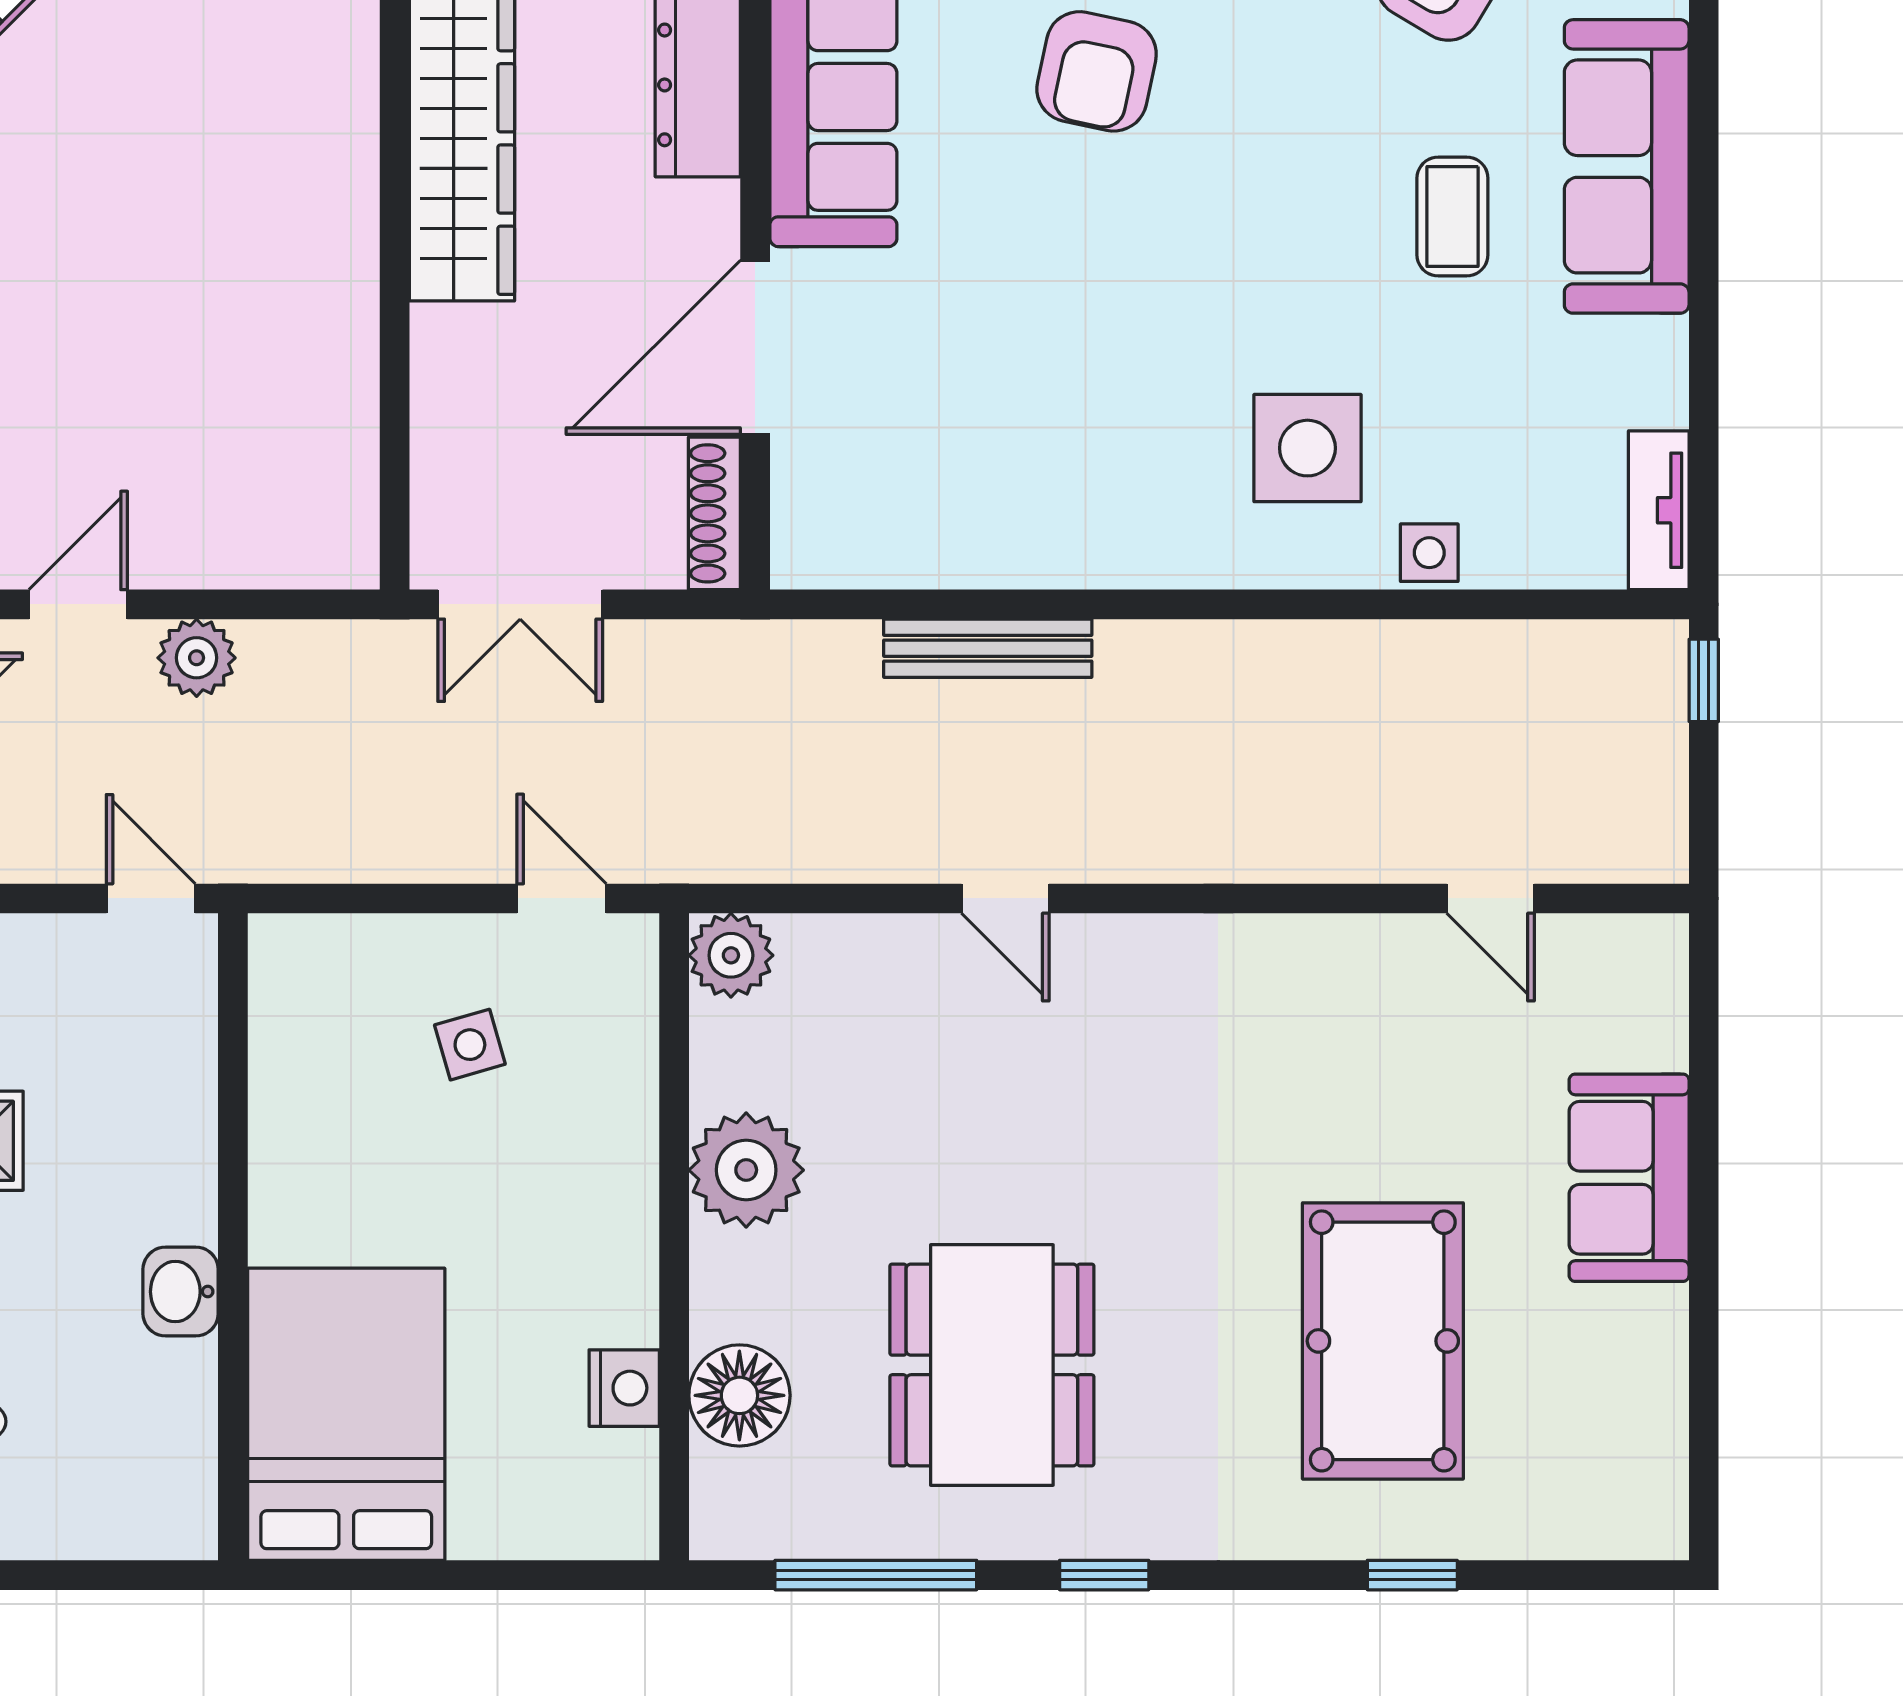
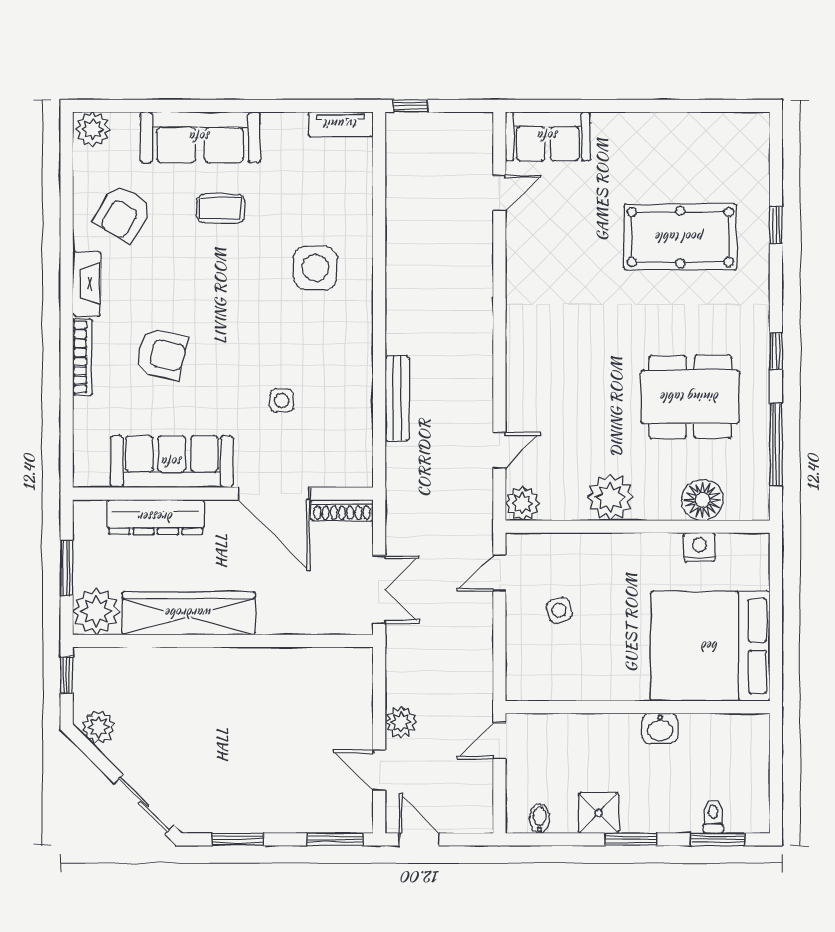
side table: (1429, 553) -> (282, 401), moved
door: (1005, 898) -> (499, 450), moved
sofa: (1629, 1178) -> (548, 136), moved
bed: (346, 1414) -> (710, 646), width x1.36

